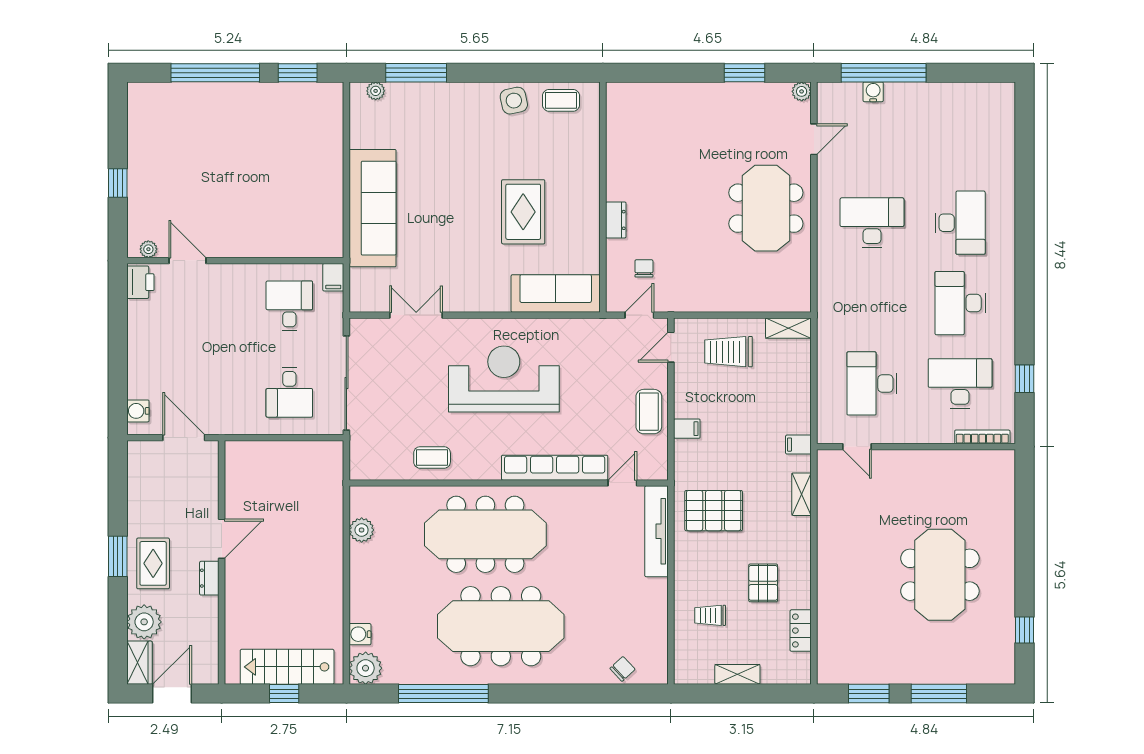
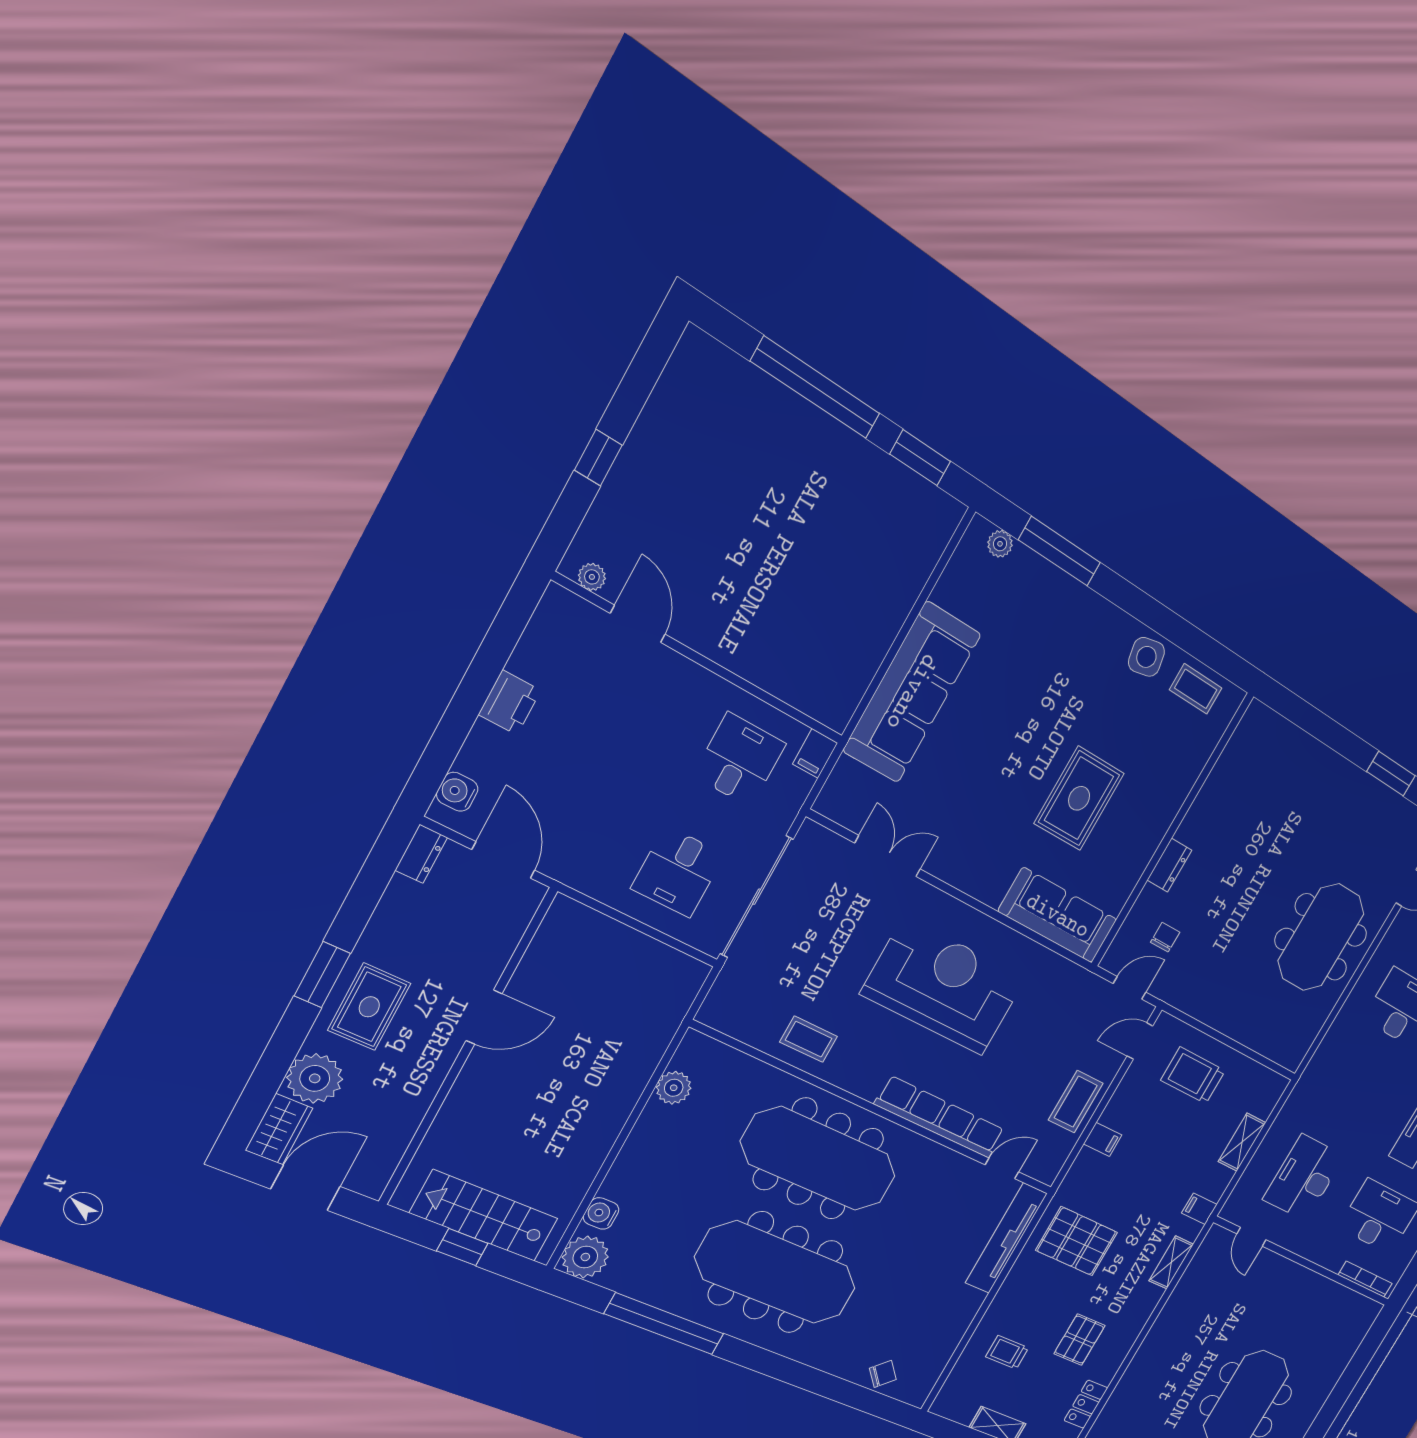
printer: (140, 282) -> (510, 702), moved
shelving: (788, 328) -> (1242, 1142), moved, turned 90
dresser: (209, 578) -> (421, 854), moved, turned 180

